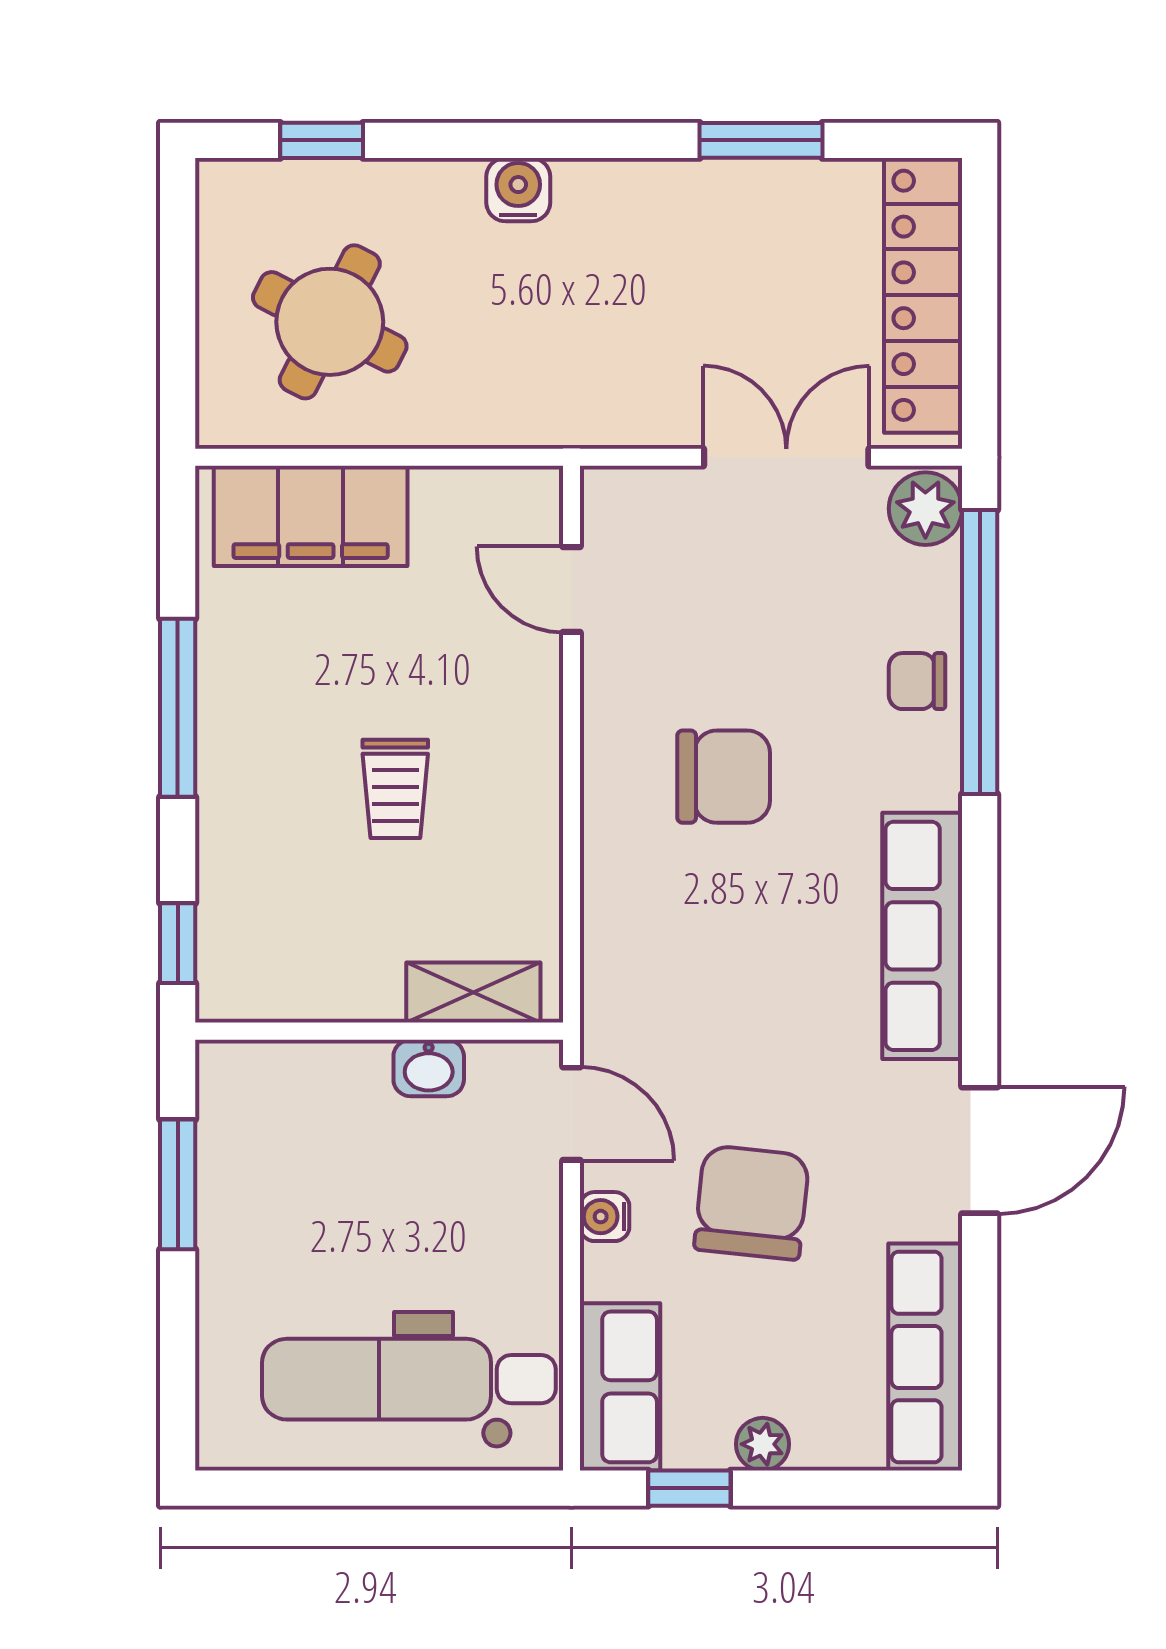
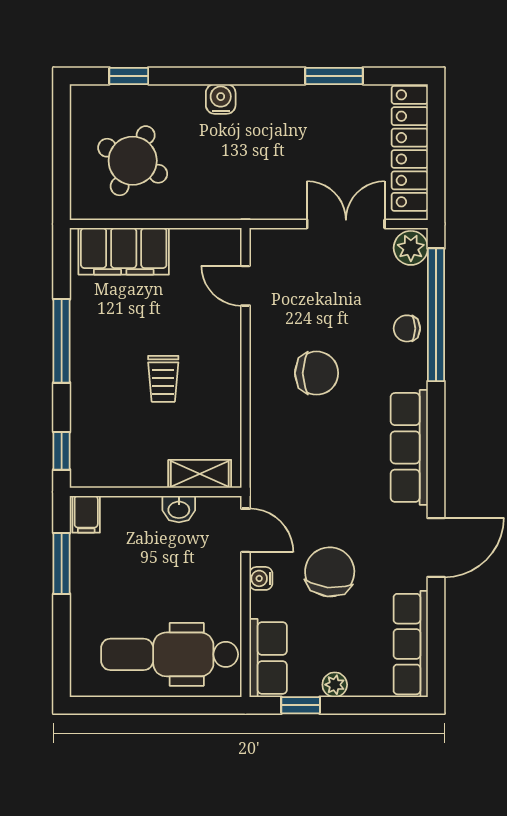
filing cabinet: (230, 1079) -> (86, 514), added

